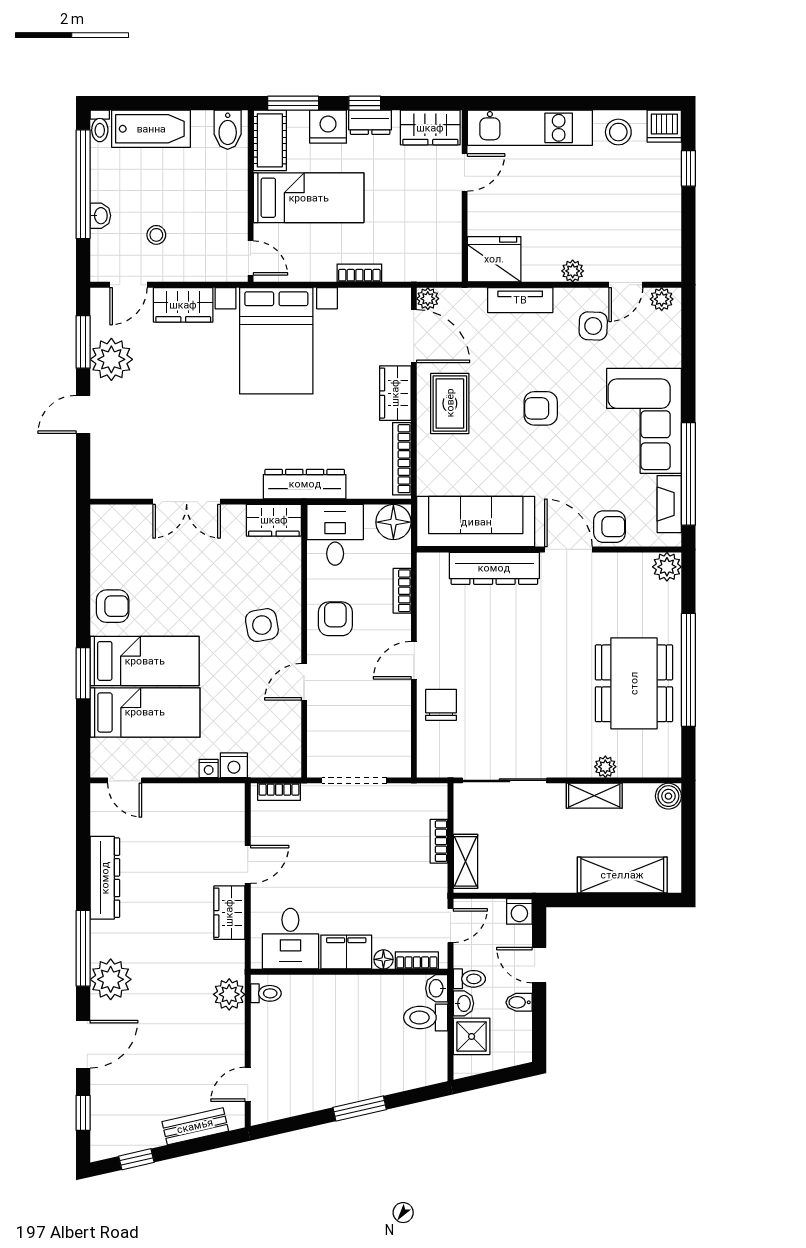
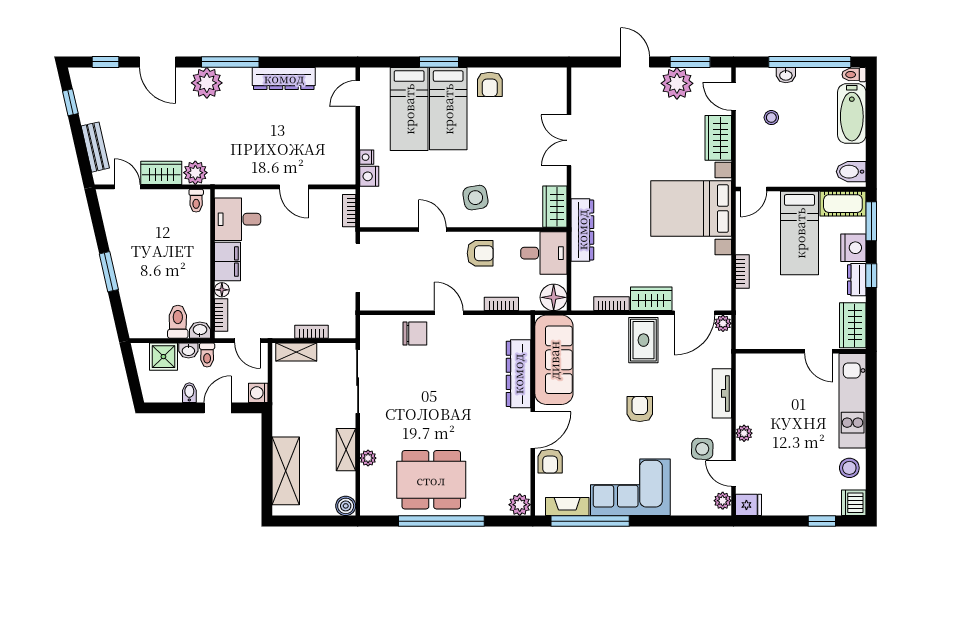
fridge: (494, 259) -> (748, 505), moved, width x0.53, depth x0.75
rug: (450, 403) -> (643, 340), turned 90
bookcase: (402, 459) -> (611, 304), width x0.64
wardrobe: (229, 913) -> (161, 173), moved

